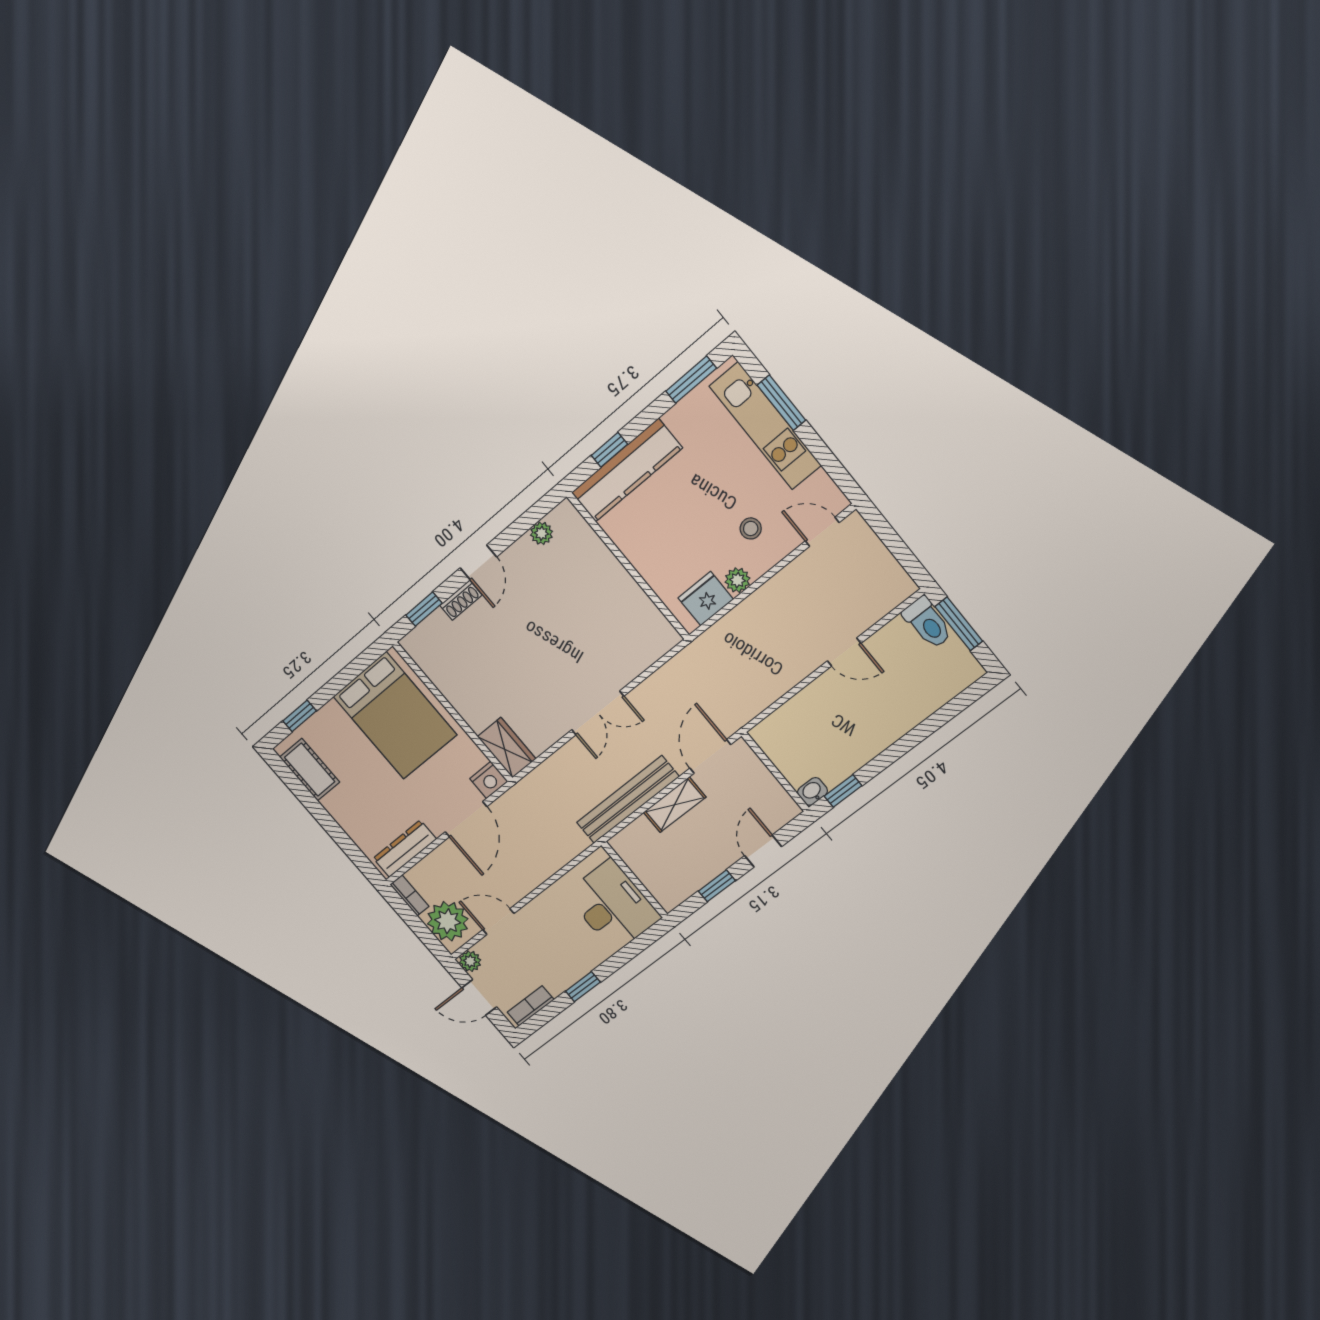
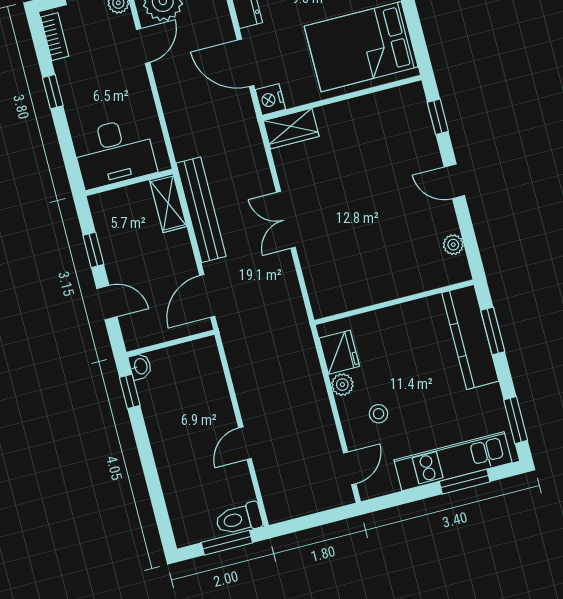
window: (609, 450) -> (493, 331), width x1.50
shoe rack: (461, 600) -> (431, 151), removed
door: (710, 756) -> (207, 296), swing flipped
shelving: (675, 805) -> (168, 203), moved

